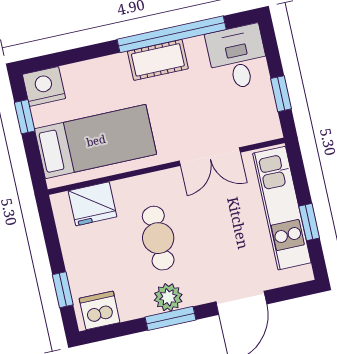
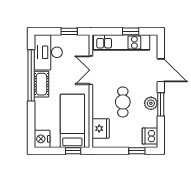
desk: (238, 57) -> (48, 52), width x1.37
window: (25, 117) -> (73, 151), moved
double door: (210, 157) -> (91, 70), swing flipped
cafe table: (158, 238) -> (123, 102), turned 90

